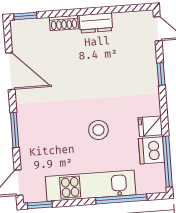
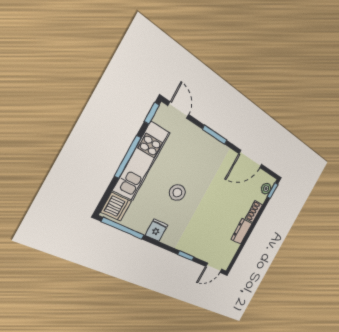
plant: (29, 27) -> (266, 189), added
dishwasher: (151, 150) -> (116, 207), moved, turned 90
window: (121, 199) -> (128, 157), moved

